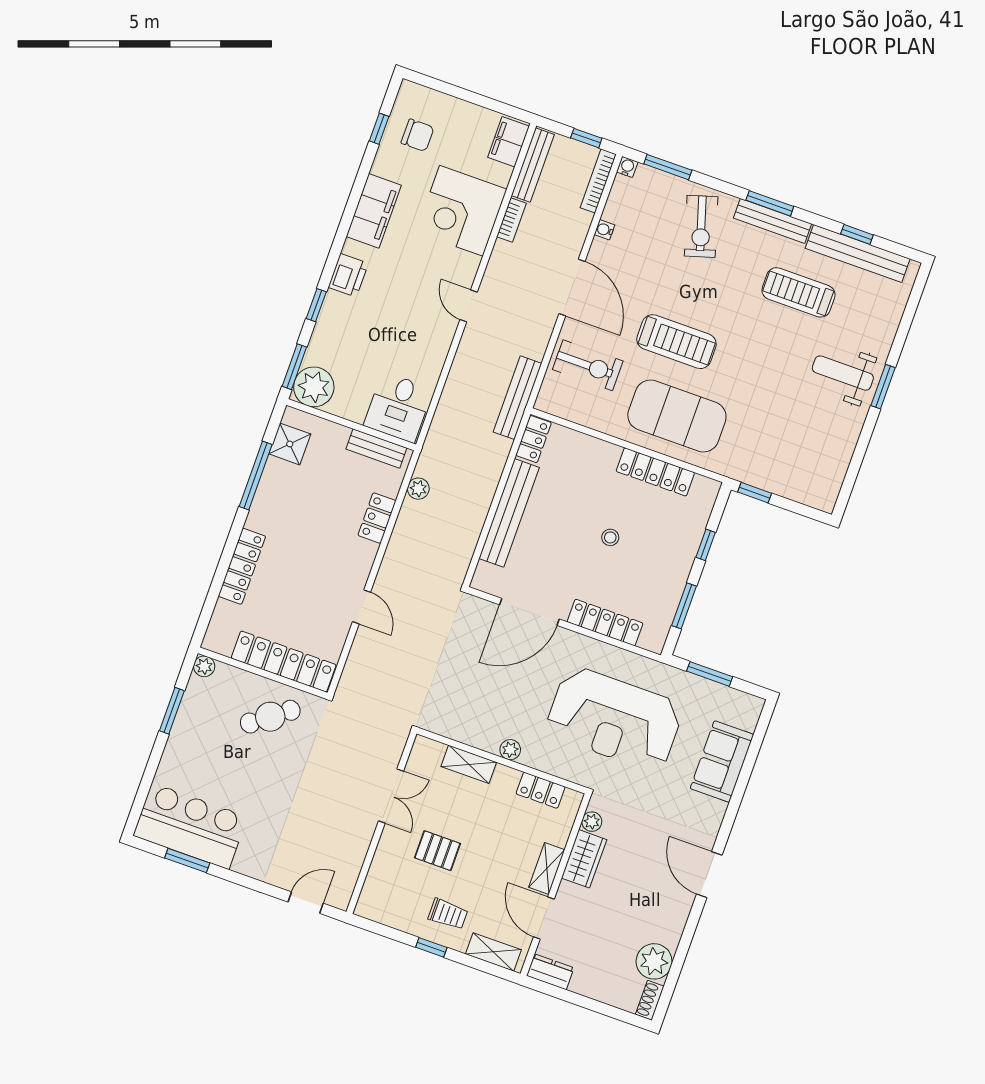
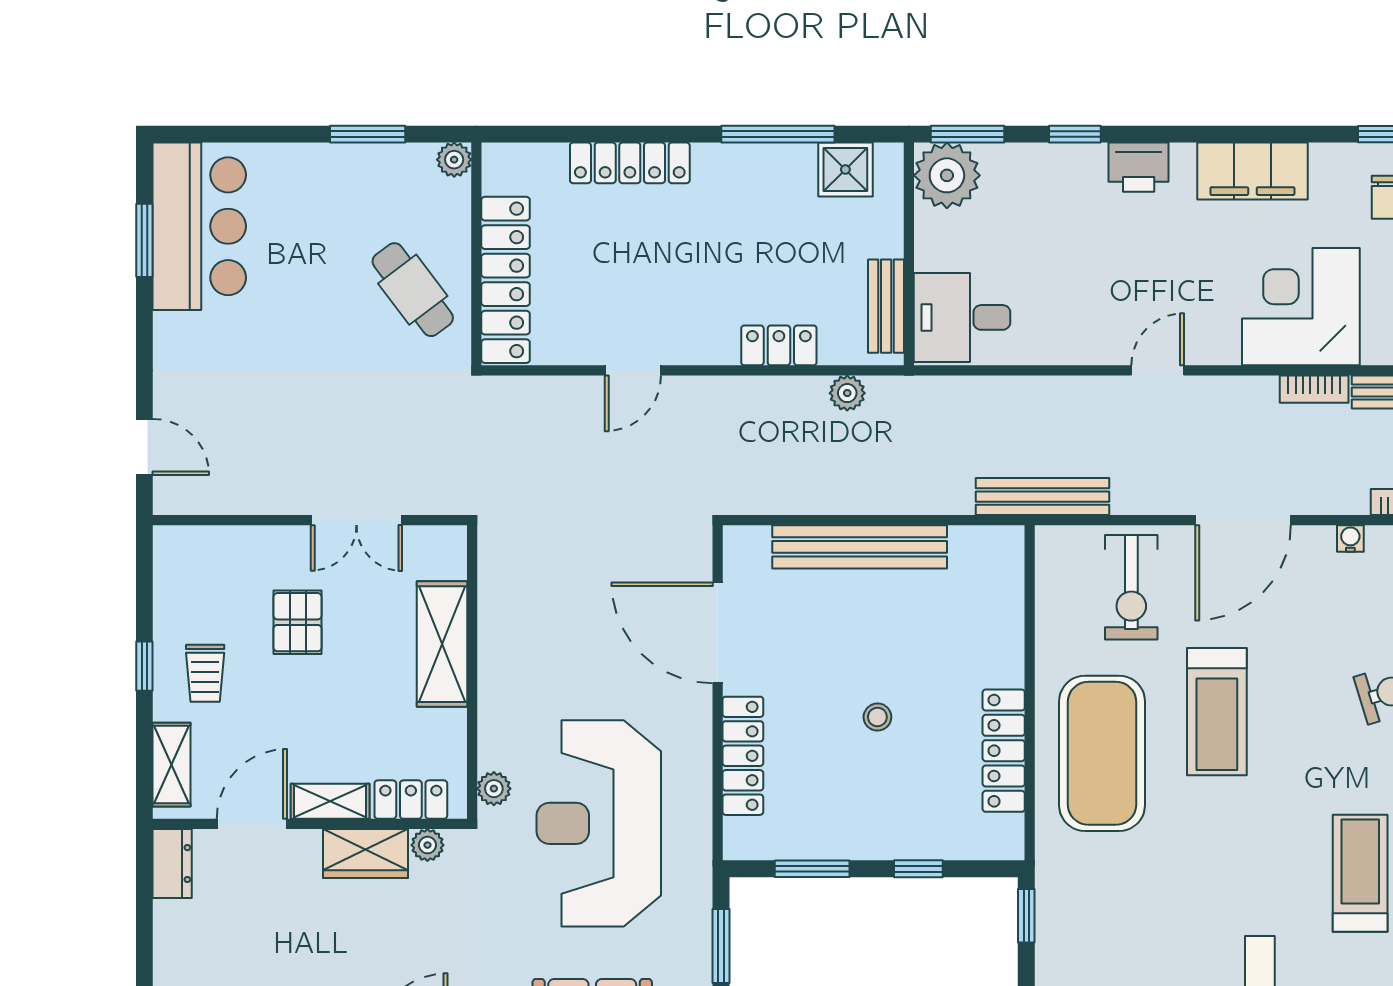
locker: (533, 439) -> (987, 544), removed
plant: (510, 750) -> (494, 789), moved
shelving: (469, 764) -> (442, 644), width x1.50, depth x1.33
locker: (541, 790) -> (411, 800), moved, turned 90

